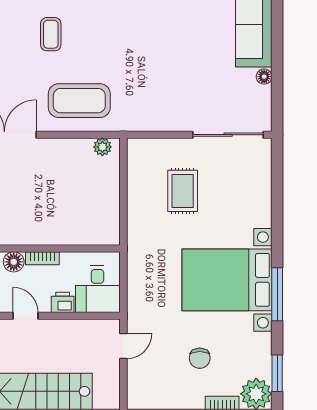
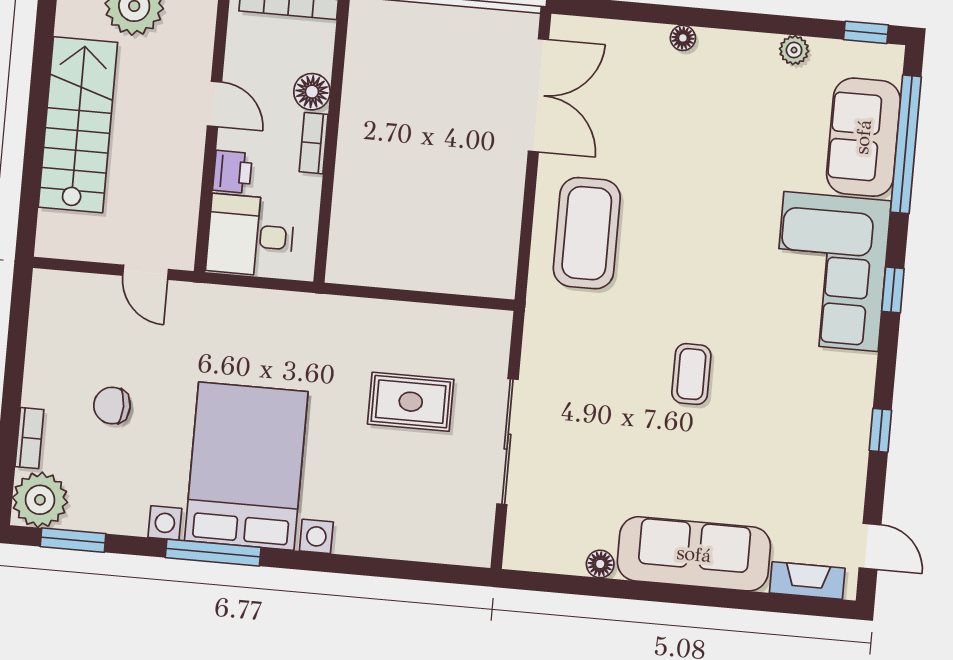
coffee table: (51, 34) -> (691, 374), moved, turned 90
sliding door: (228, 135) -> (507, 442), moved
plant: (102, 147) -> (501, 267), removed
door: (26, 316) -> (215, 104), hinge flipped

